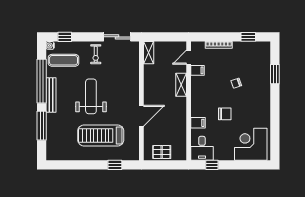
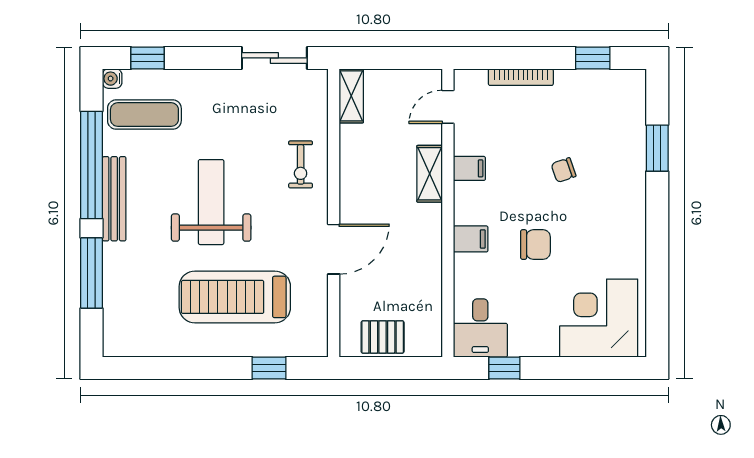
exercise bike: (96, 54) -> (301, 164), moved
filing cabinet: (197, 70) -> (469, 168), moved
filing cabinet: (198, 123) -> (471, 239), moved

